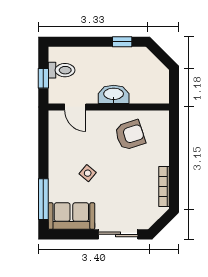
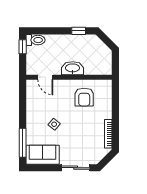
toilet: (62, 70) -> (35, 40), moved
window: (43, 78) -> (23, 47), moved
armchair: (130, 135) -> (84, 97), turned 108

